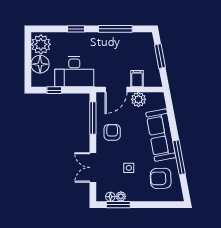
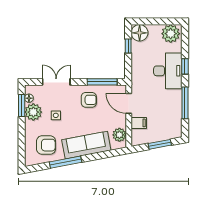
floor lamp: (40, 64) -> (140, 33), moved
desk: (74, 72) -> (168, 71), moved, turned 180
plant: (138, 99) -> (119, 135), moved
armchair: (161, 178) -> (46, 145), turned 92
plant: (121, 196) -> (33, 112), width x1.88, depth x1.88

